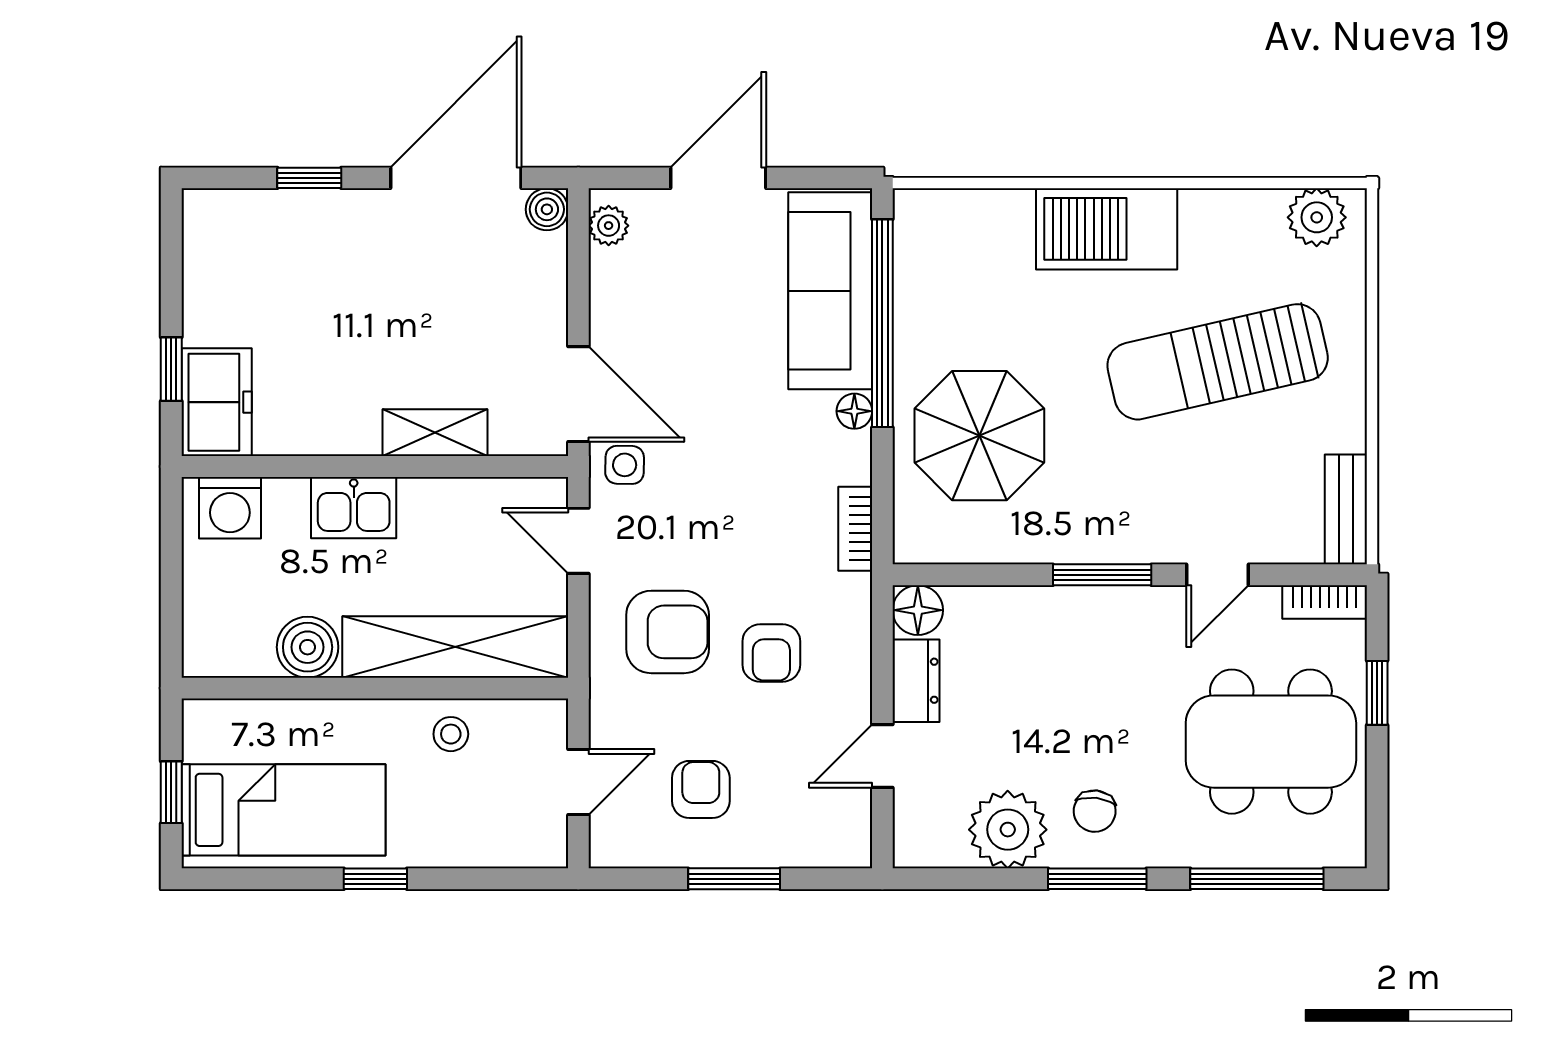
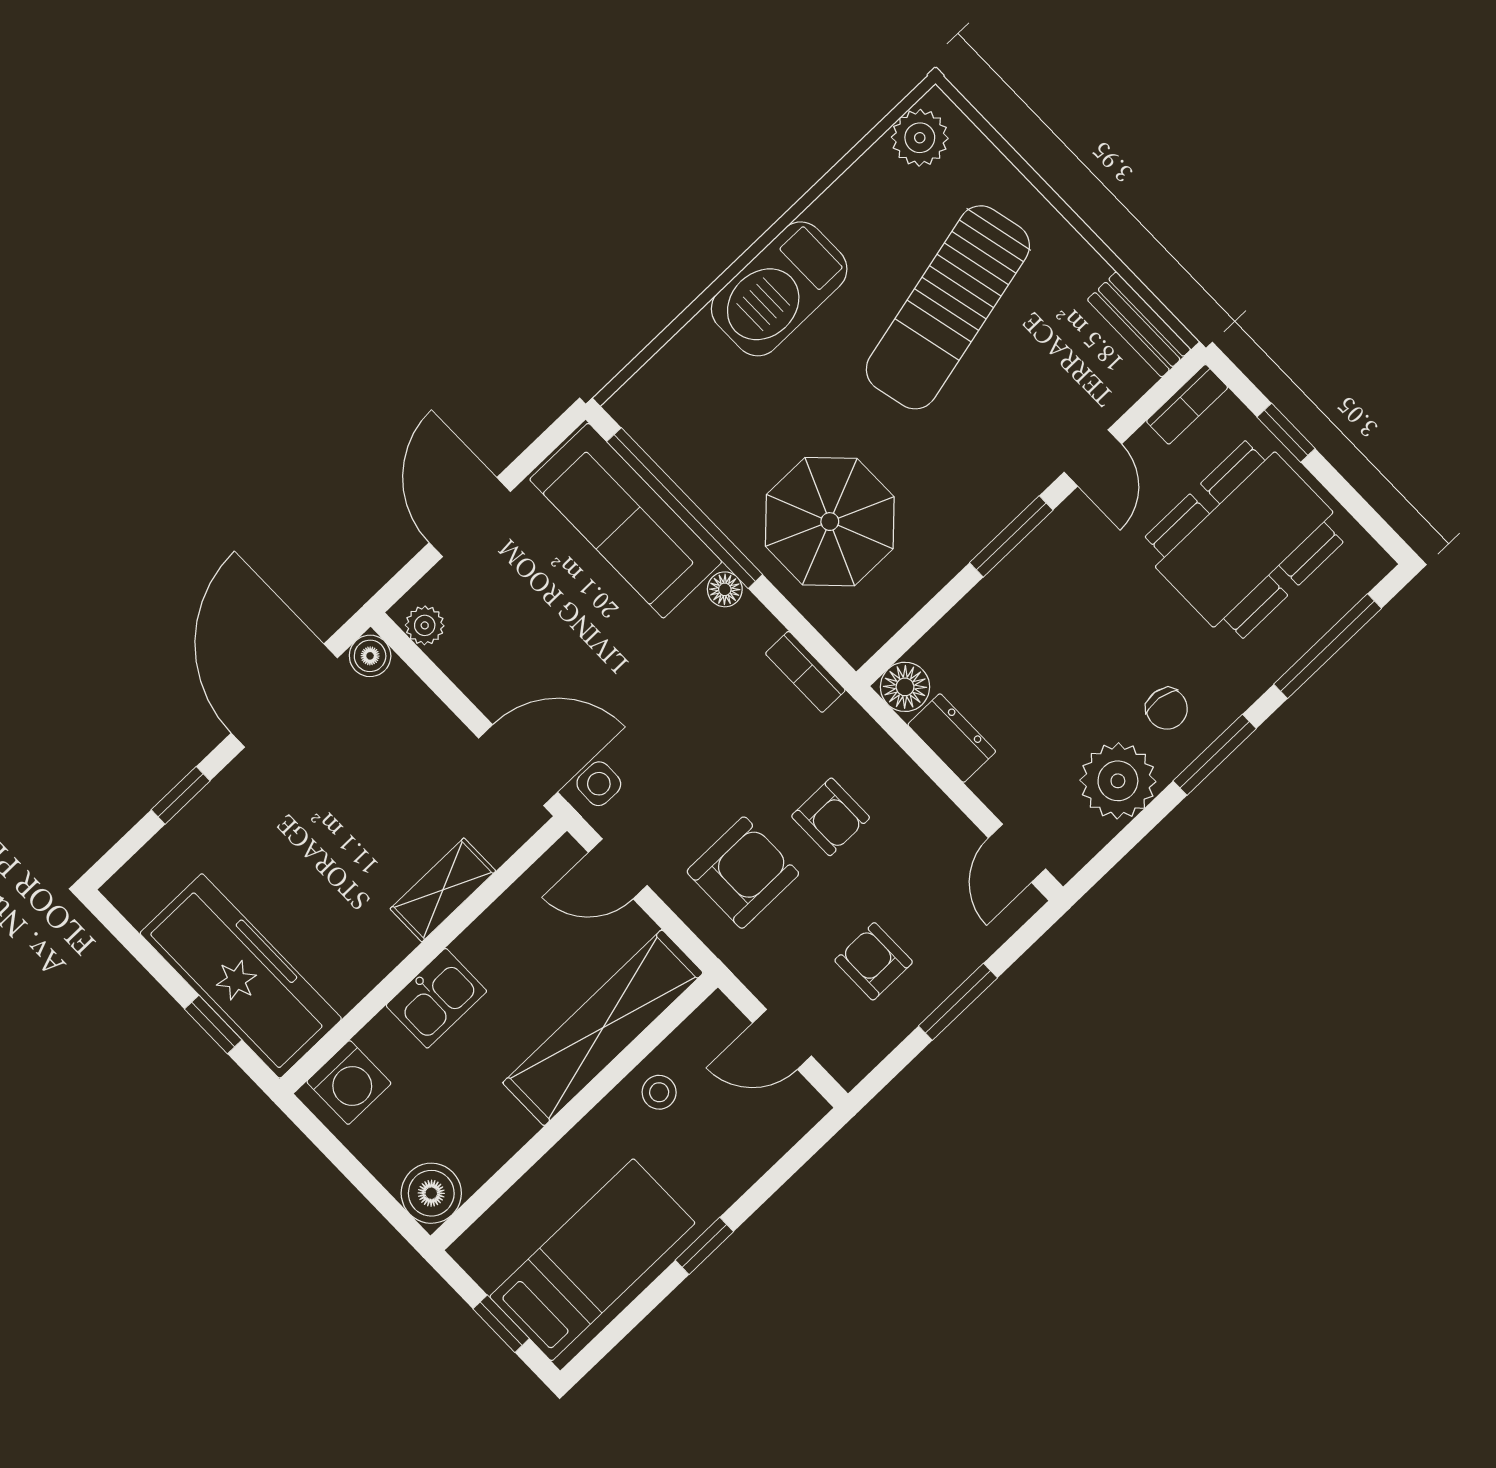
freezer: (217, 402) -> (241, 976), width x1.91, depth x1.26
boiler: (308, 647) -> (431, 1193), moved
door: (882, 756) -> (1017, 853), moved
door: (578, 782) -> (782, 1039), swing flipped

